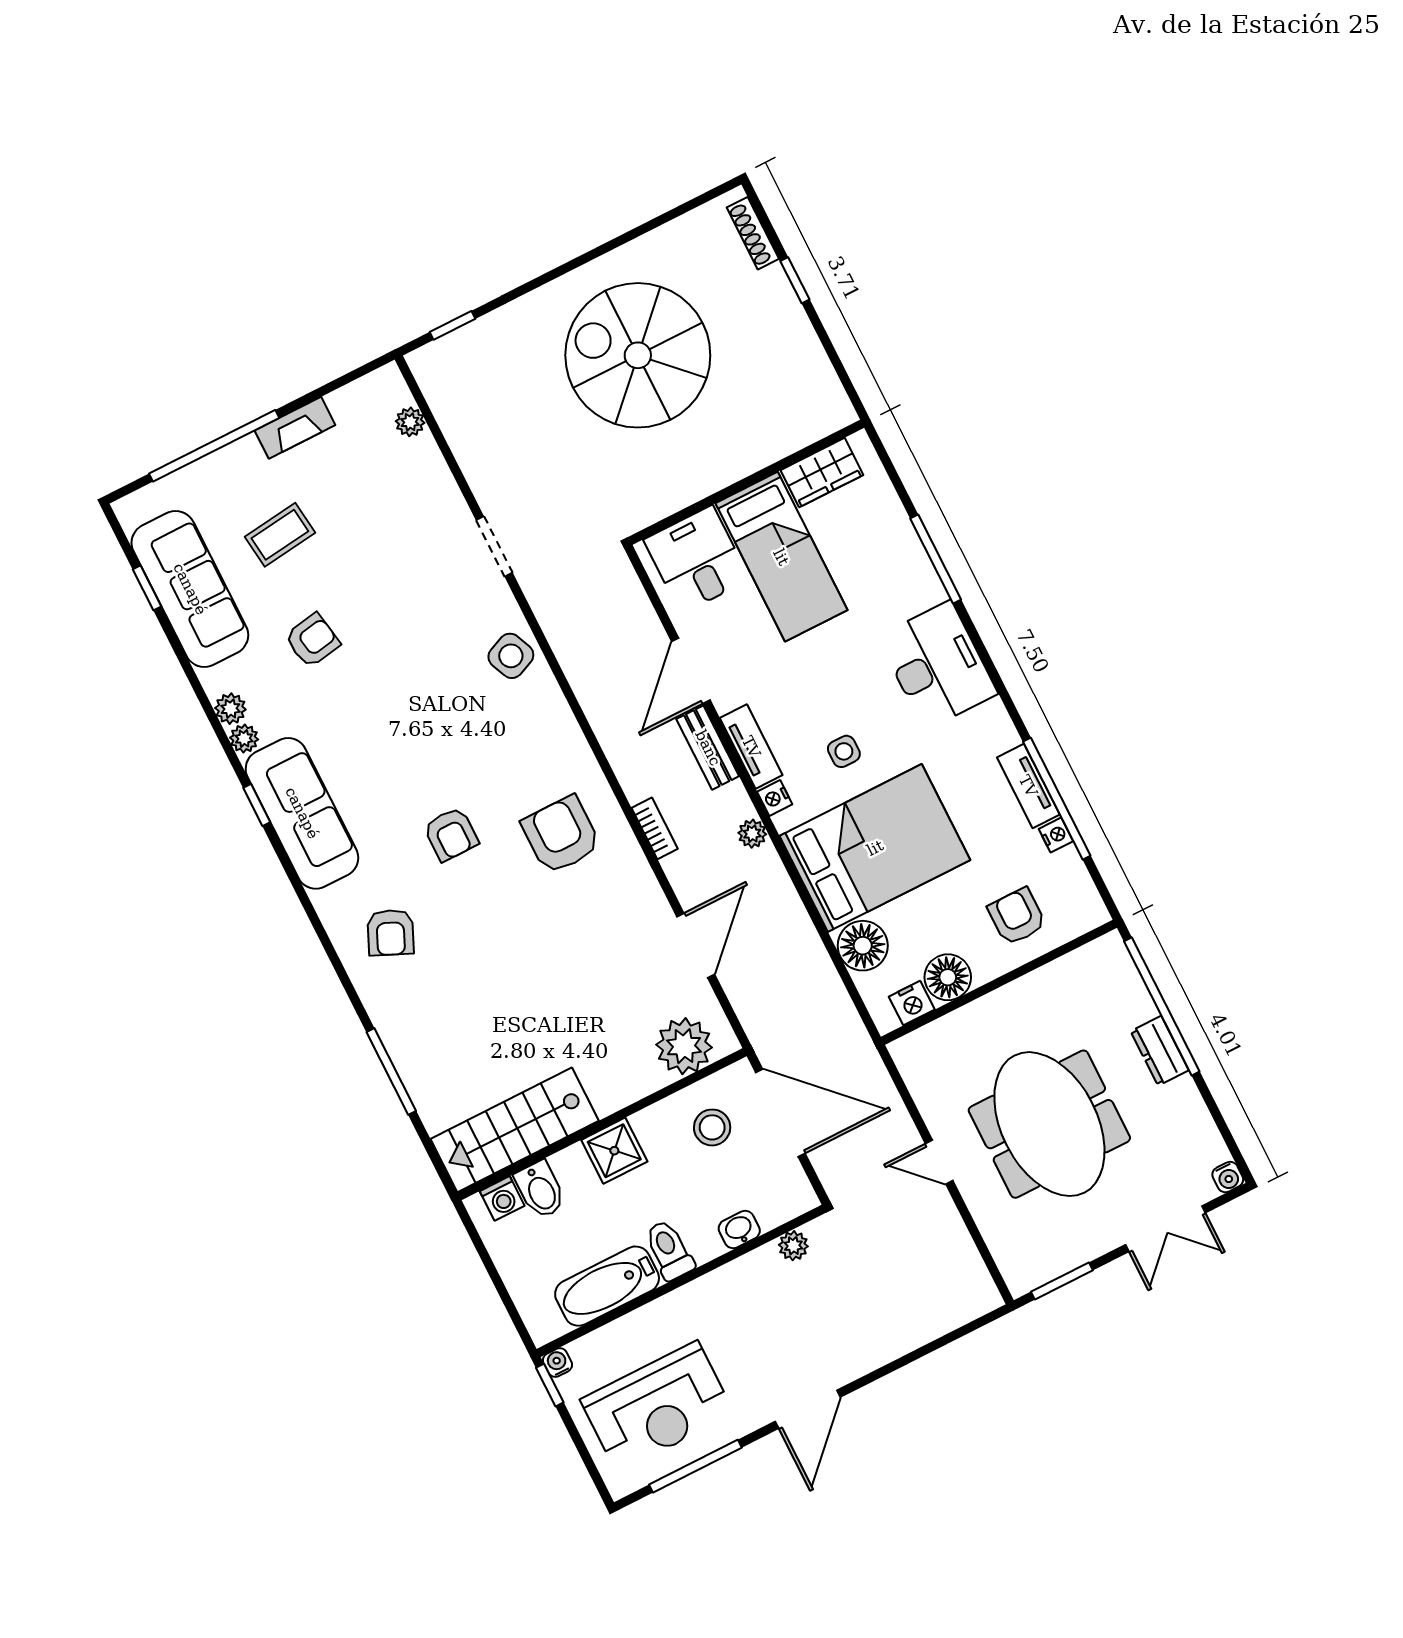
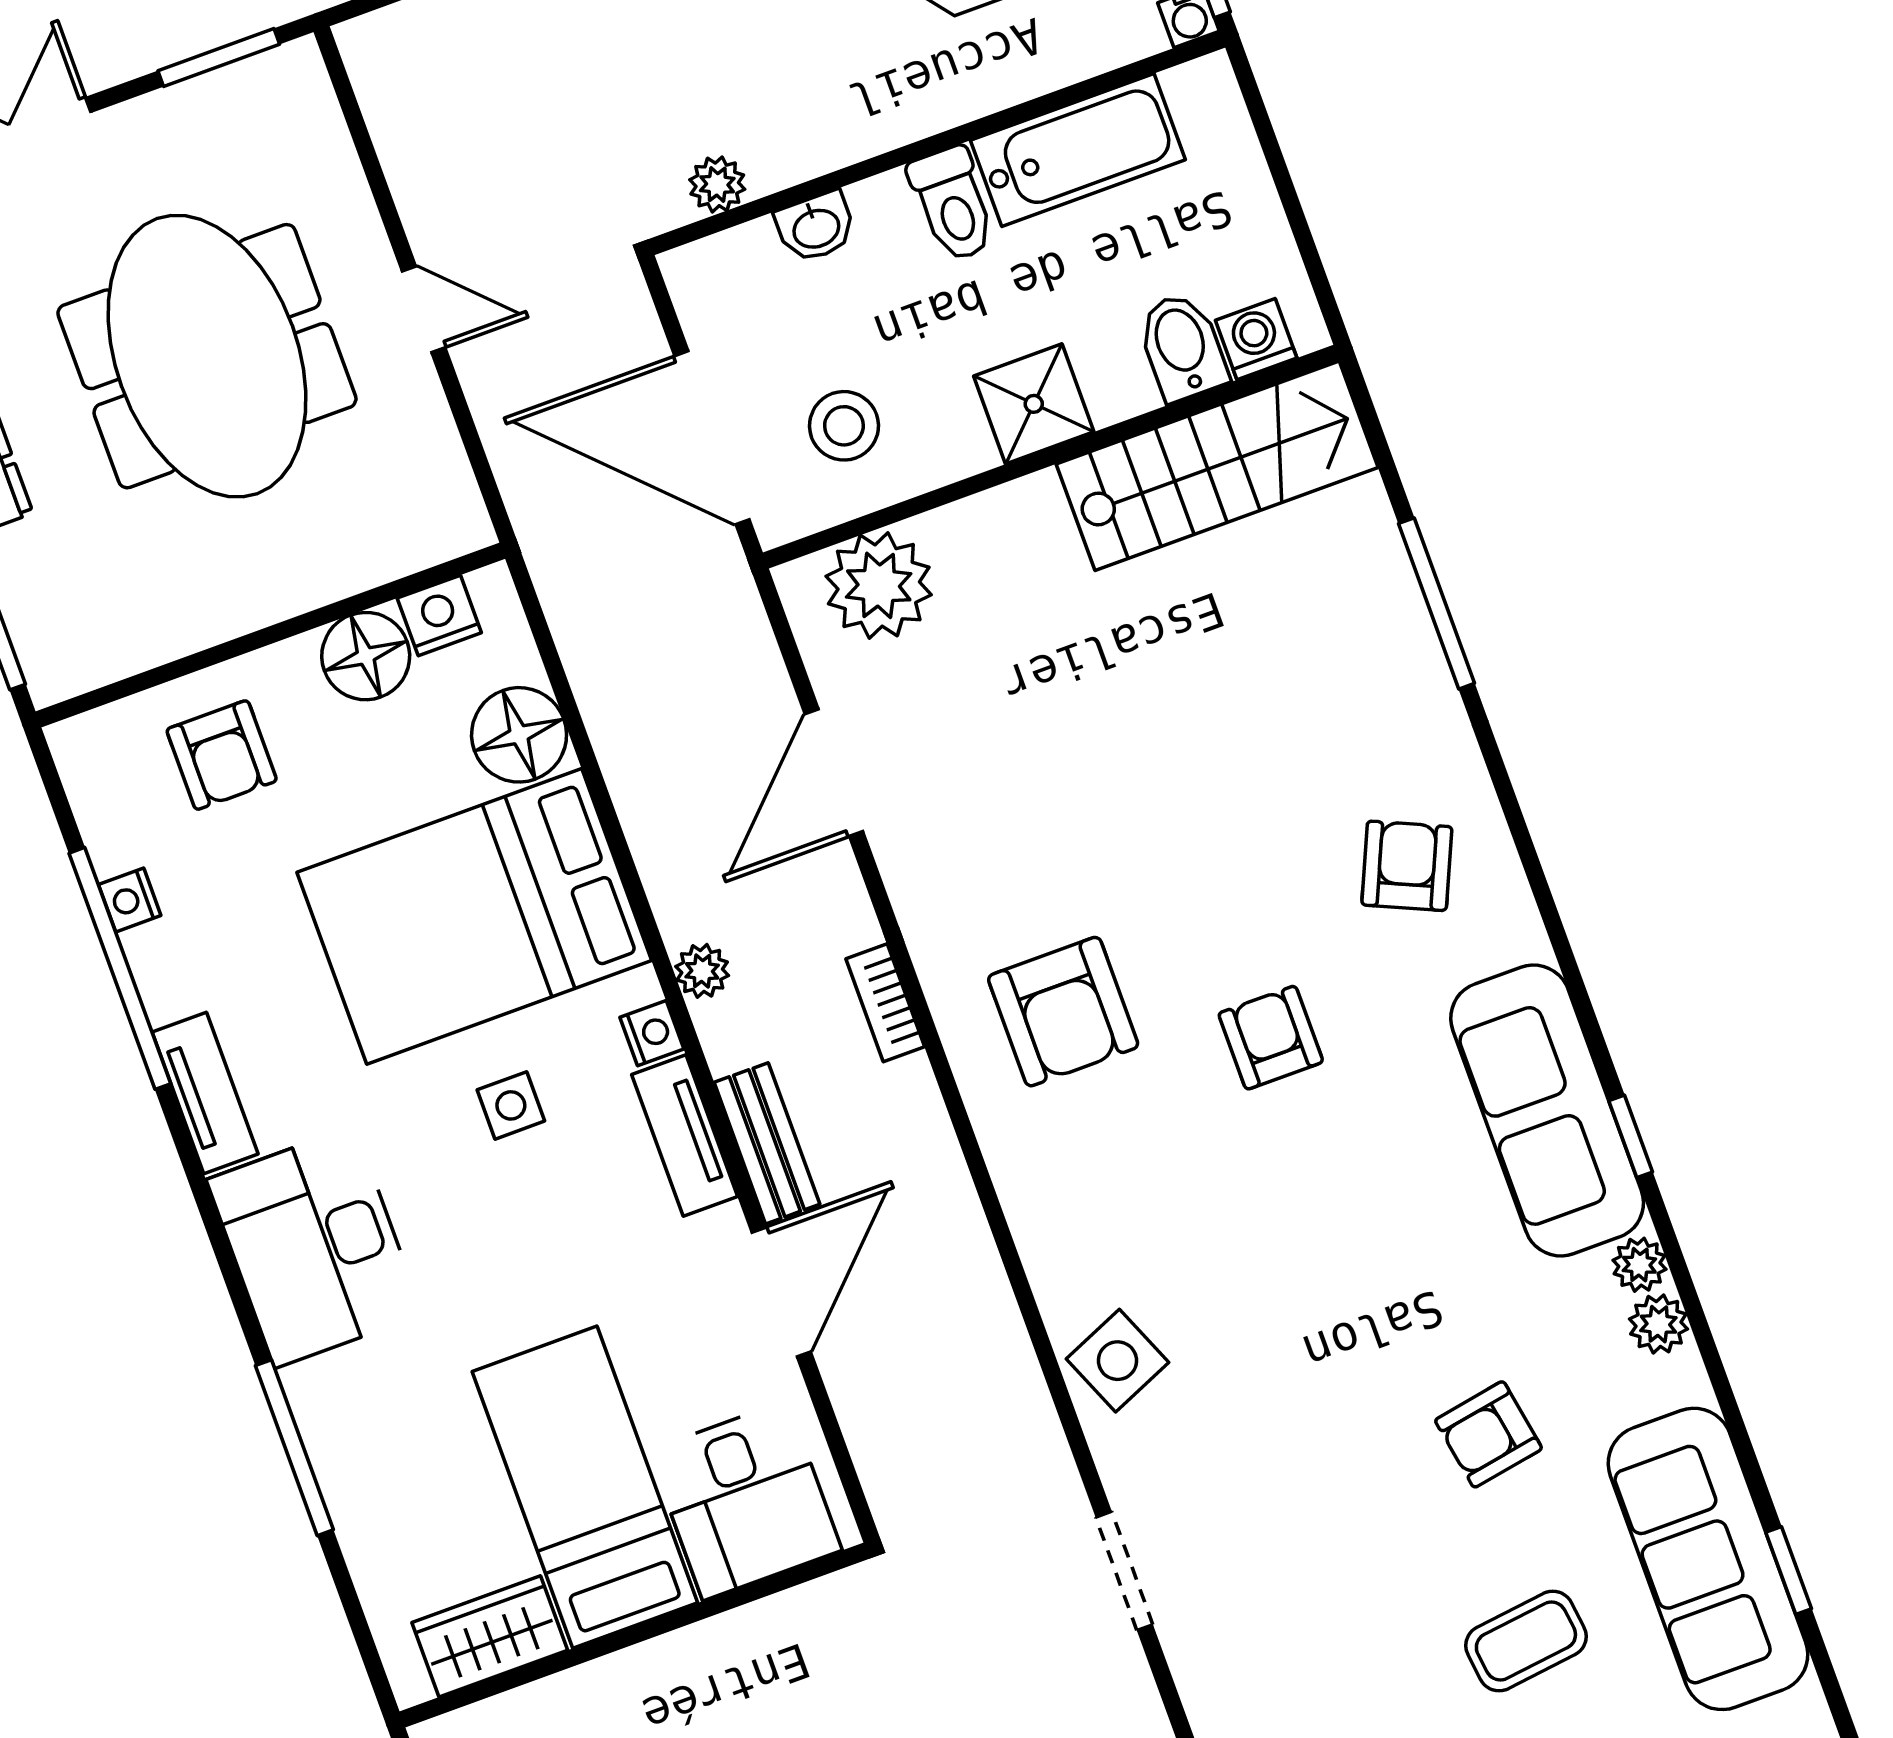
tv unit: (1028, 786) -> (205, 1093), moved

